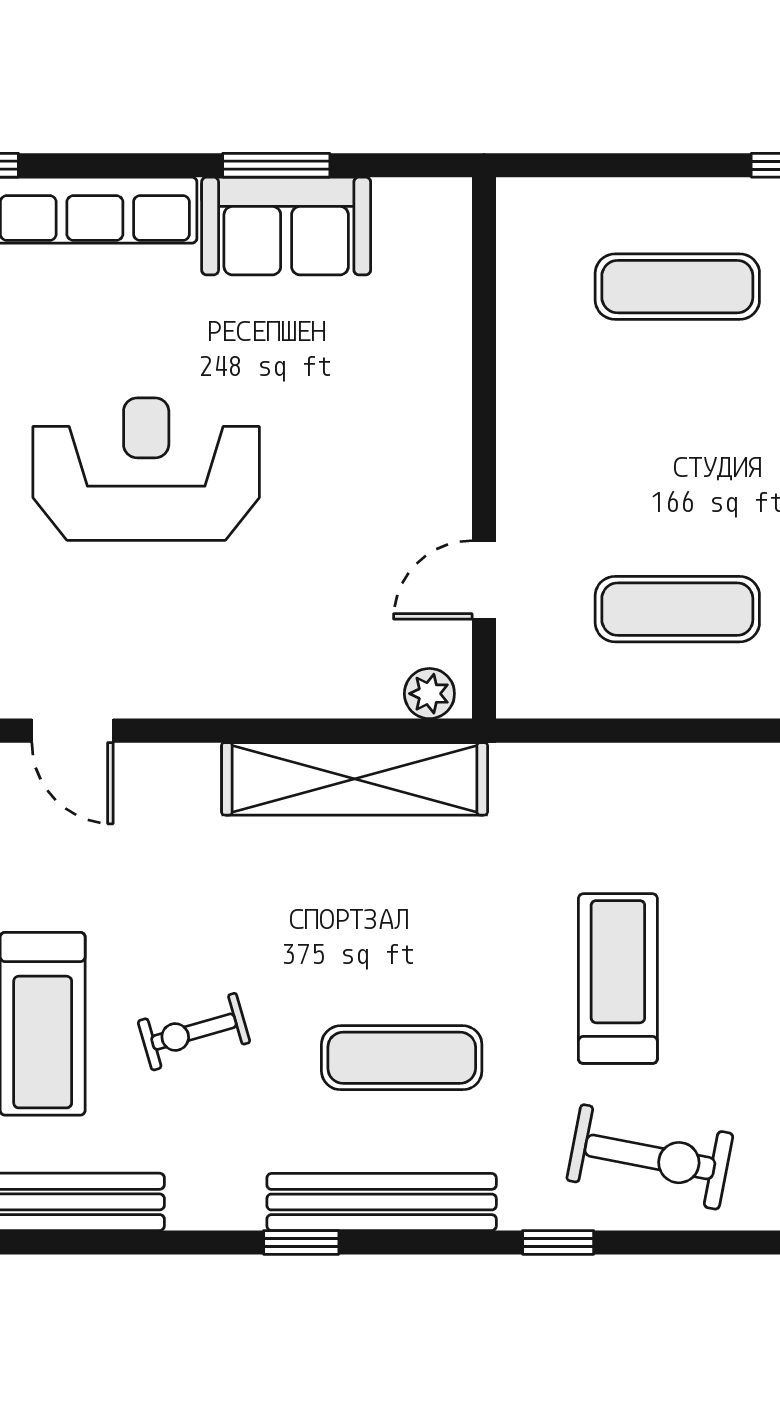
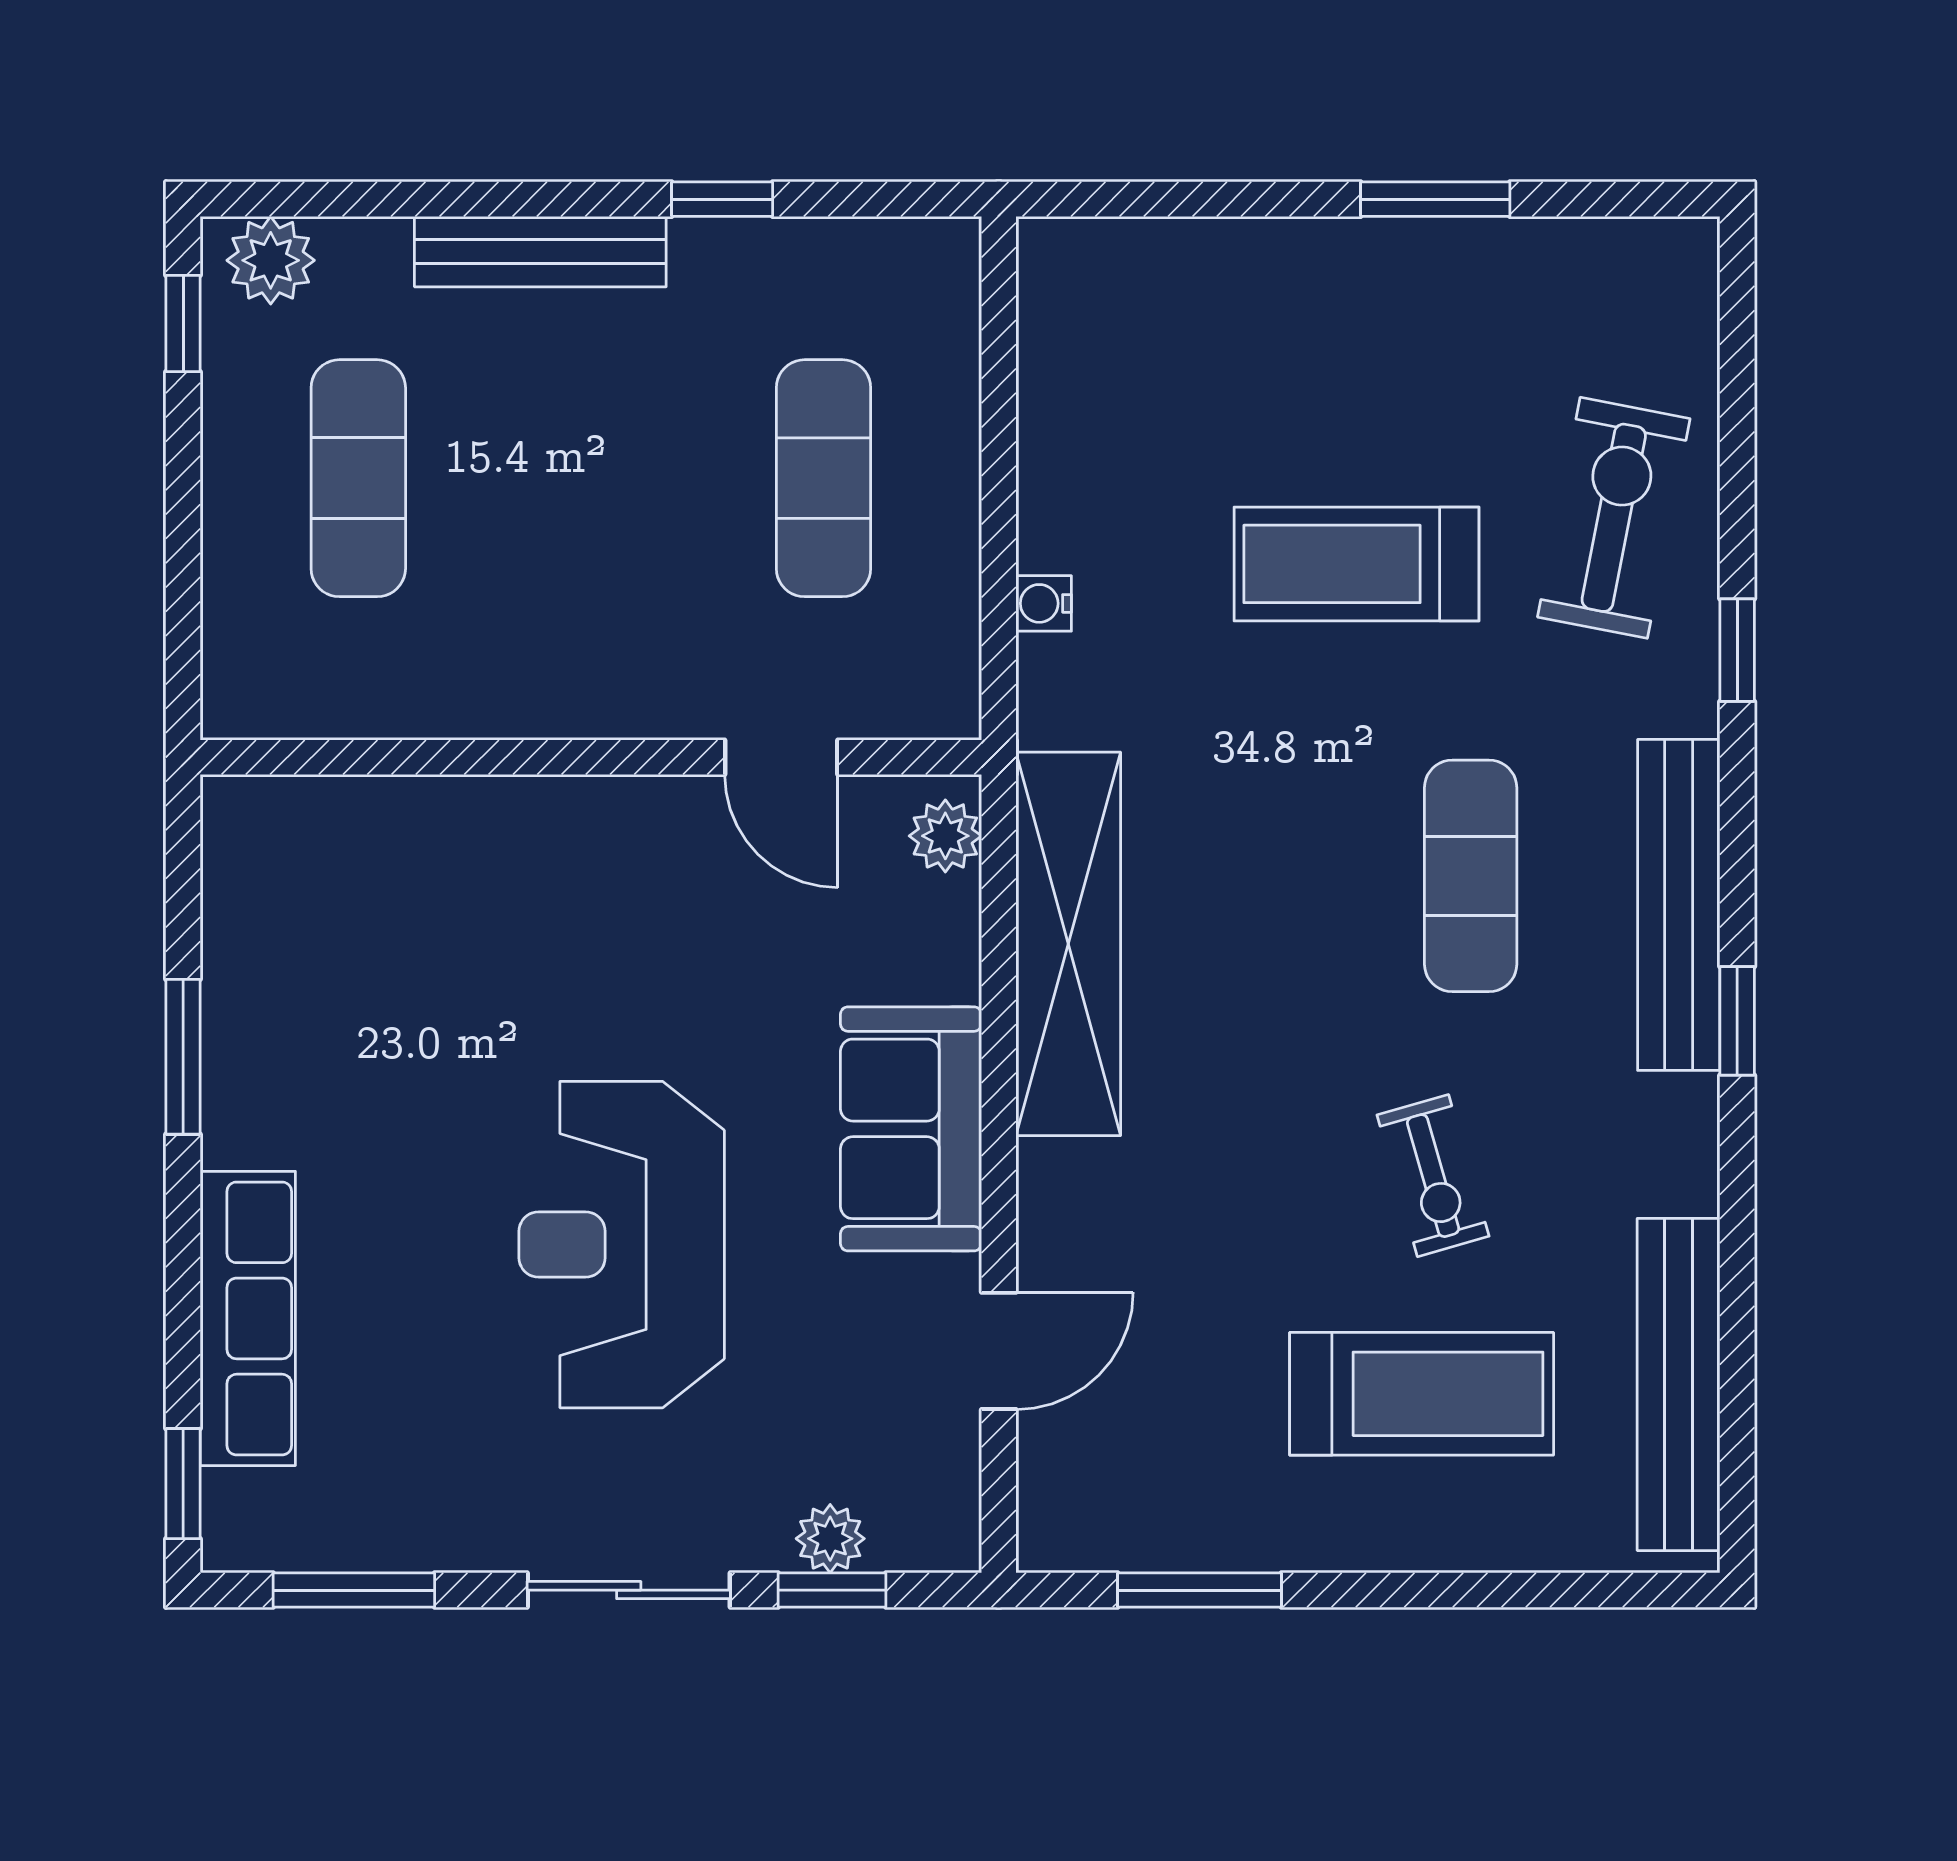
sofa: (286, 226) -> (911, 1129), moved, turned 180
water cooler: (591, 762) -> (1044, 603), added

